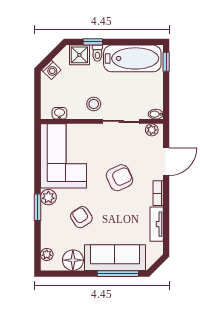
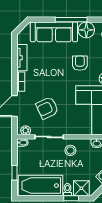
window: (166, 62) -> (14, 173), moved
armchair: (120, 178) -> (47, 108), moved
armchair: (81, 217) -> (80, 63), turned -147
window: (118, 274) -> (71, 20), moved

